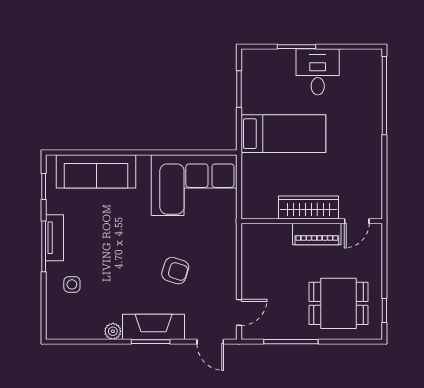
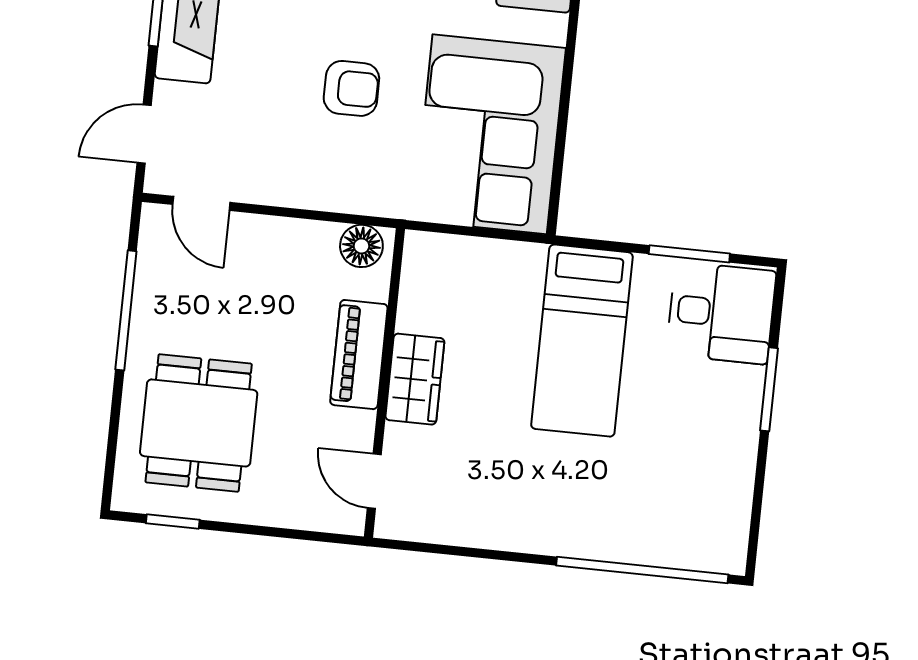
desk: (318, 72) -> (721, 313), moved
wardrobe: (309, 207) -> (415, 379), width x0.67
piano: (317, 234) -> (359, 355), moved
floor lamp: (251, 238) -> (361, 246), added
armchair: (175, 271) -> (351, 88), moved, turned -108

